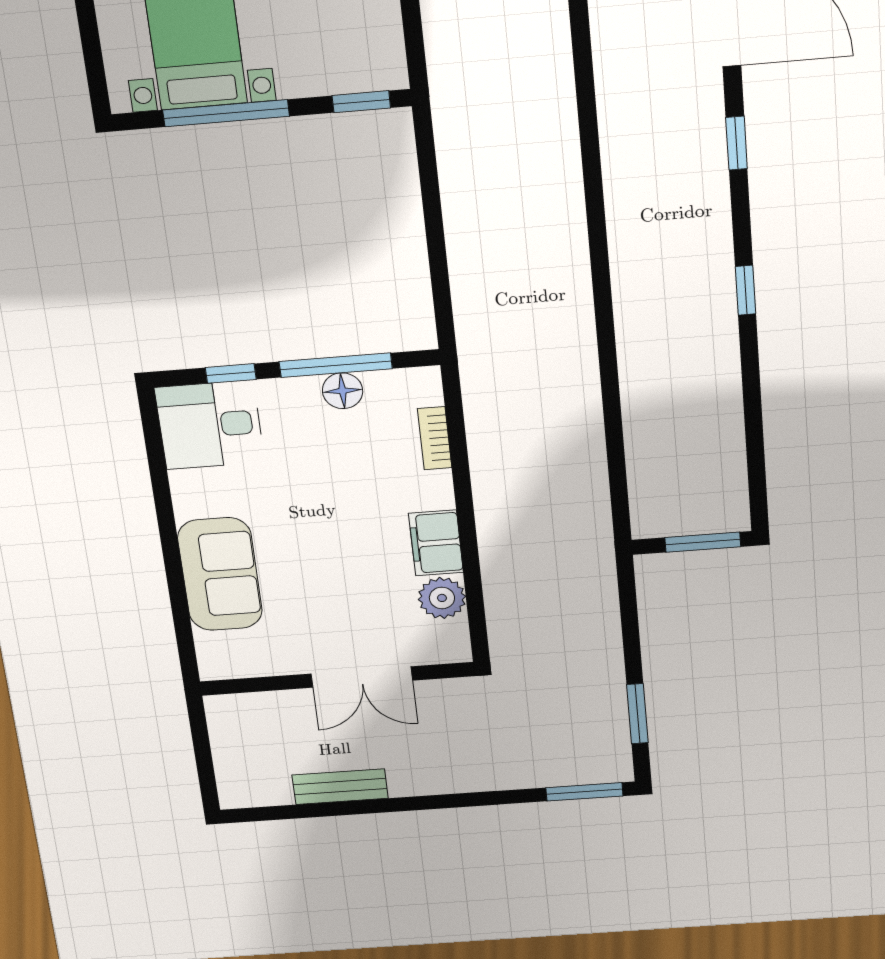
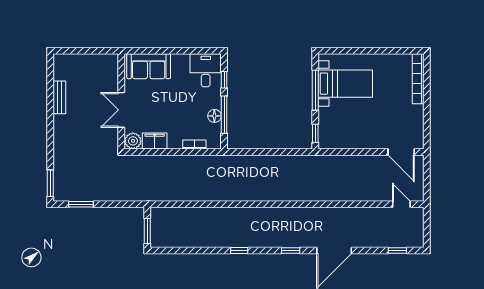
double door: (362, 677) -> (121, 110), moved
wall: (337, 679) -> (121, 101), moved

